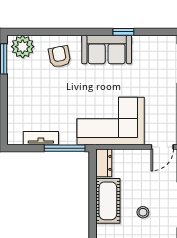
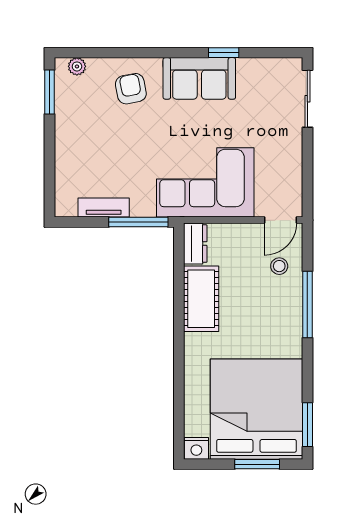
plant: (23, 47) -> (77, 66), width x0.53, depth x0.53
stool: (143, 212) -> (279, 266), moved

